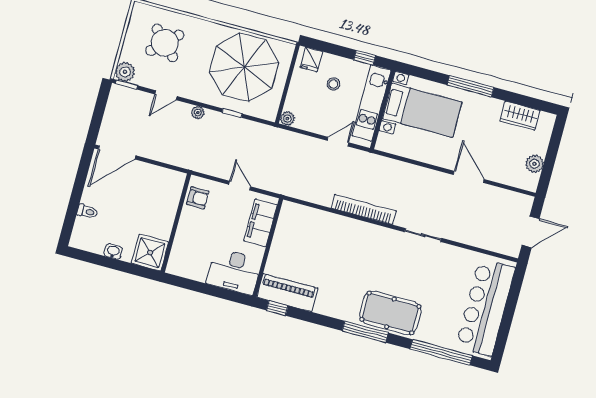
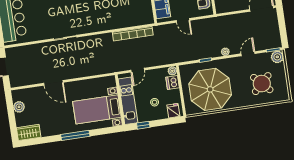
dishwasher: (294, 101) -> (173, 82), added
wardrobe: (520, 116) -> (29, 132), moved
bookcase: (364, 209) -> (133, 34), moved

